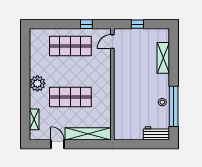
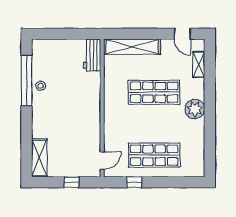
shelving: (163, 58) -> (39, 158), moved
workbench: (156, 133) -> (92, 55), moved, turned 90
door: (58, 144) -> (182, 34), moved

